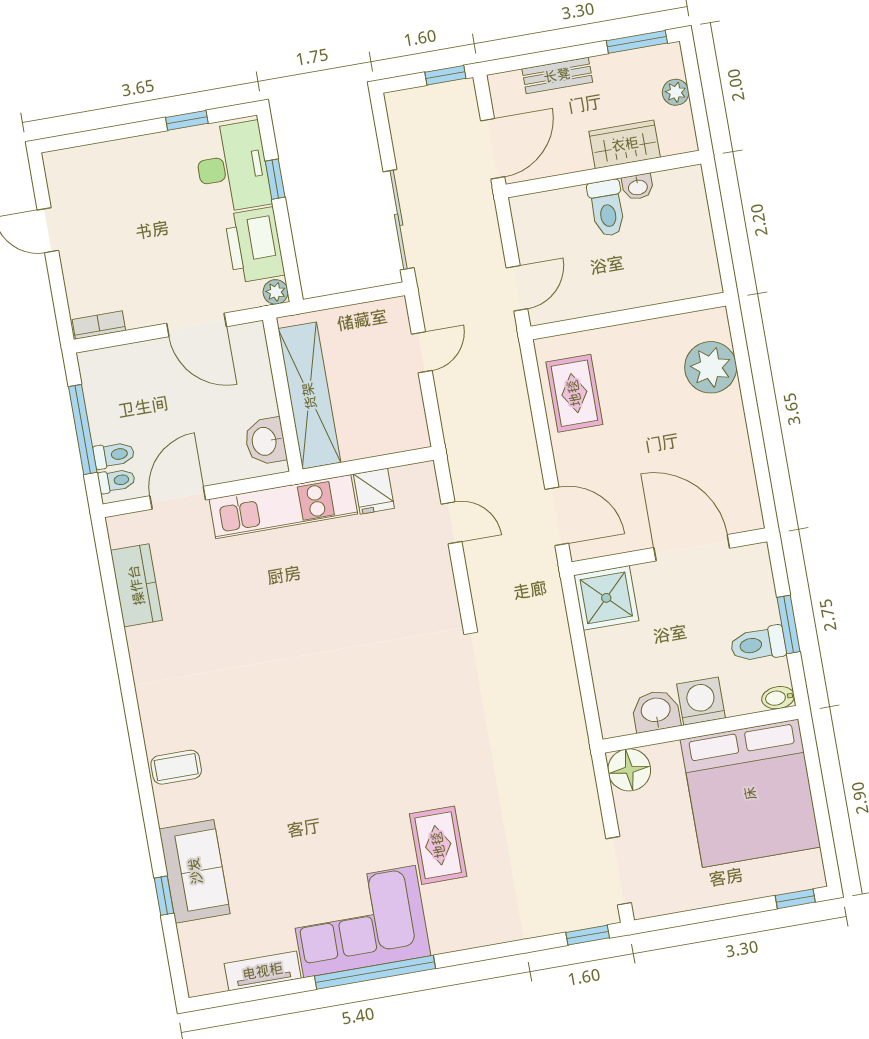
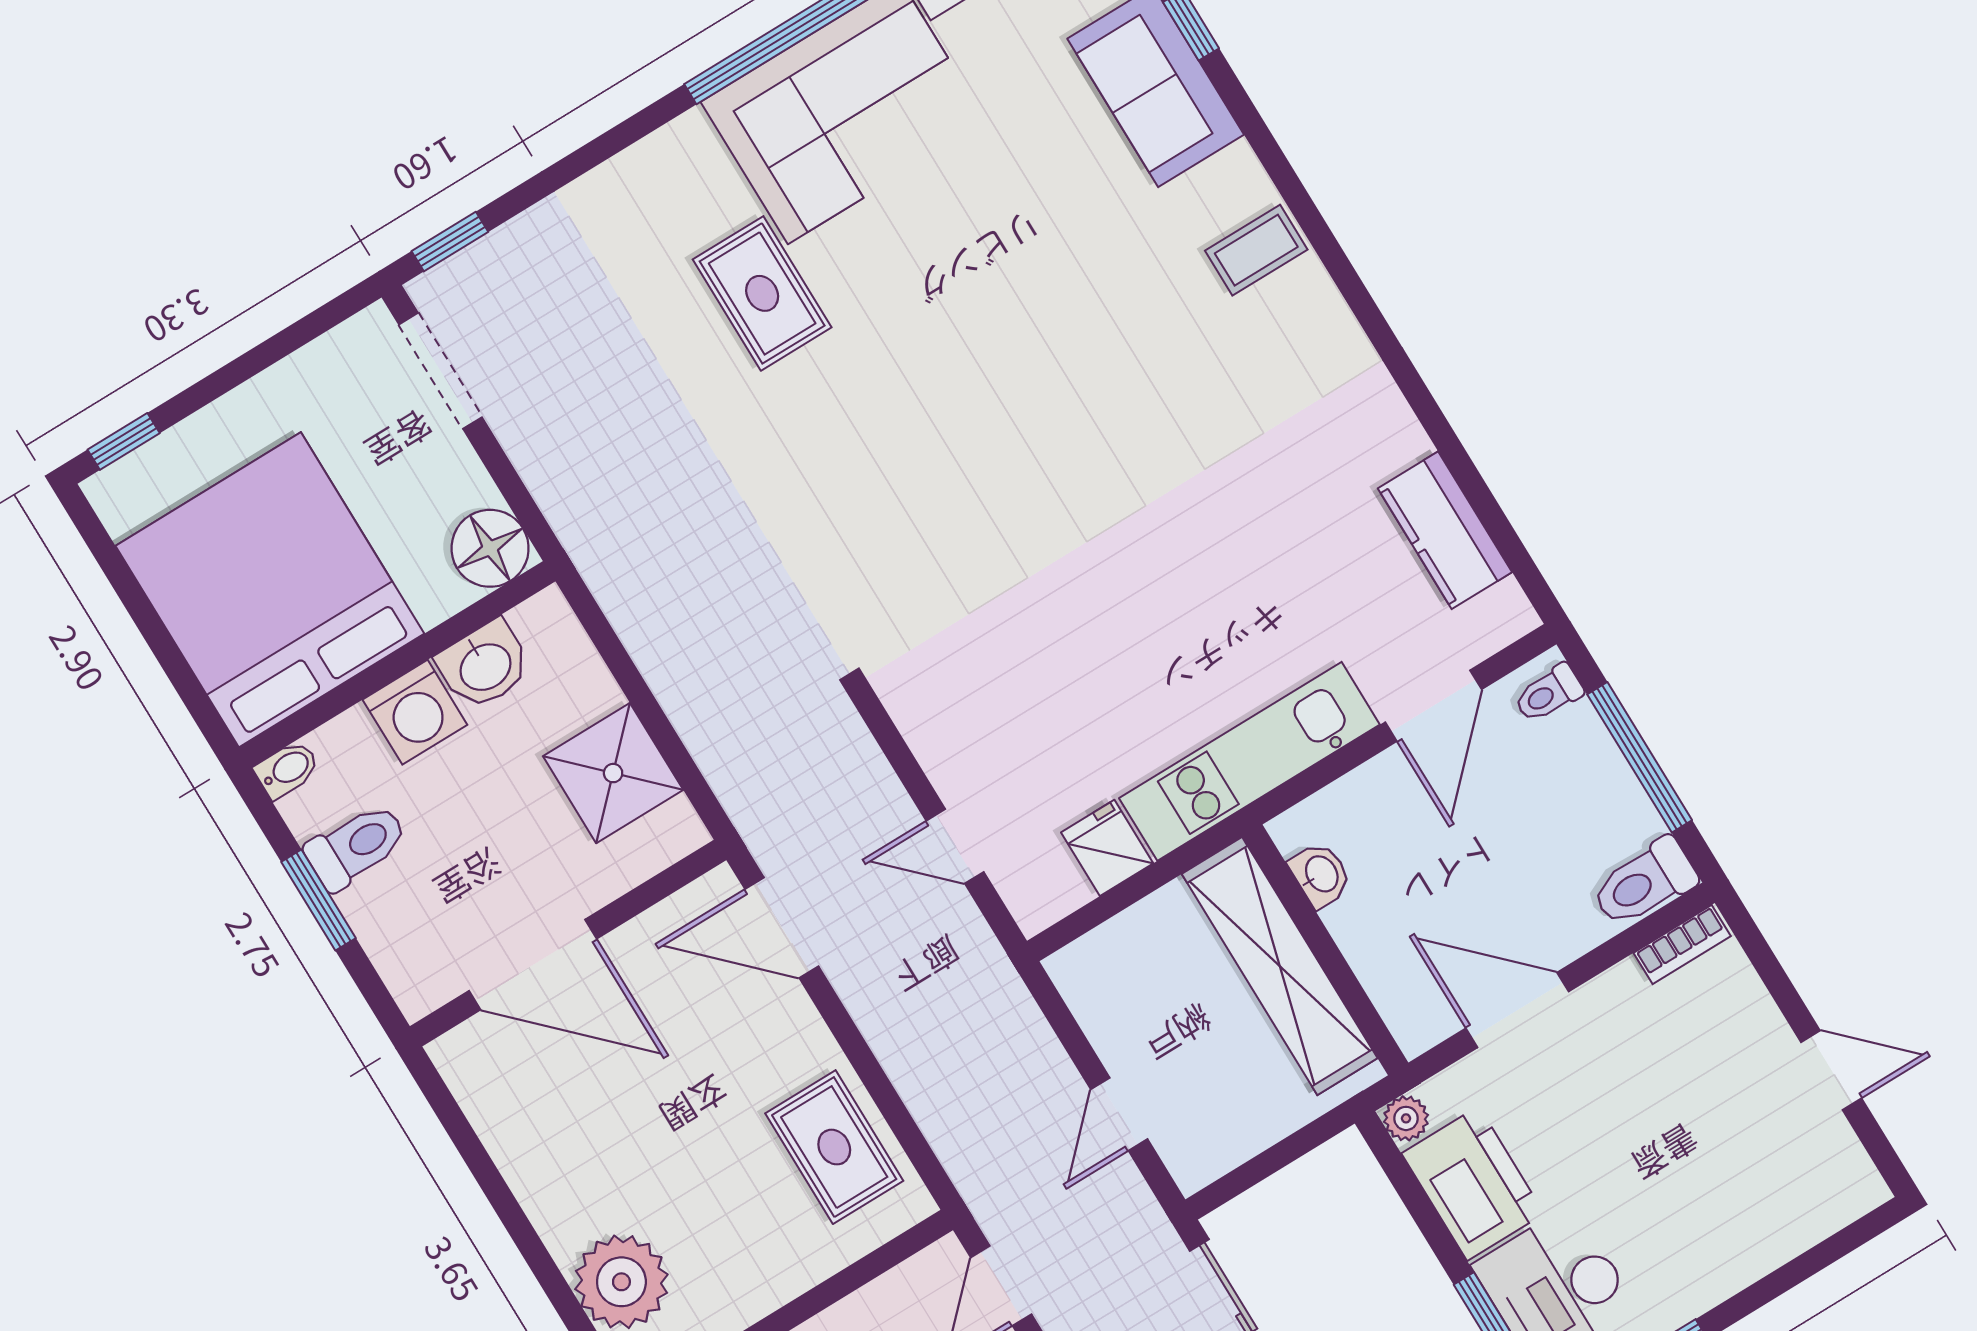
washbasin: (265, 441) -> (1321, 875), width x0.72, depth x0.69
toilet: (114, 455) -> (1644, 883), moved, width x1.37, depth x1.39
shower: (606, 598) -> (613, 773), moved

